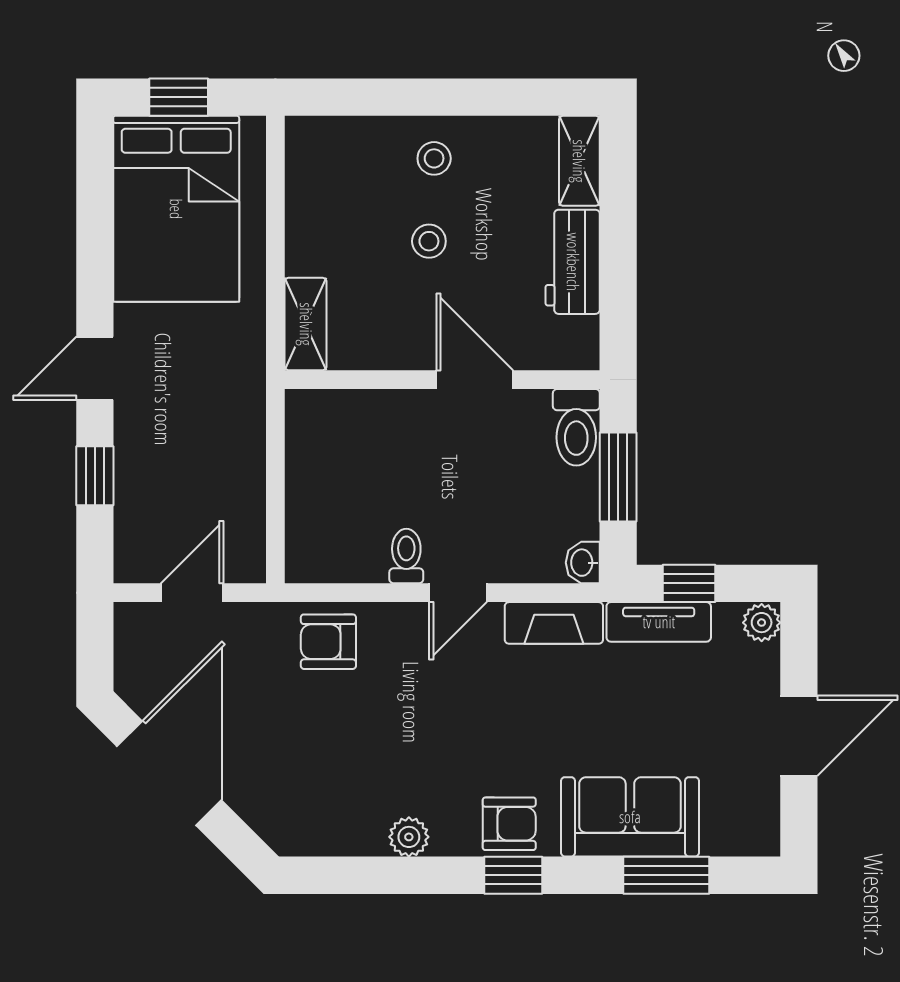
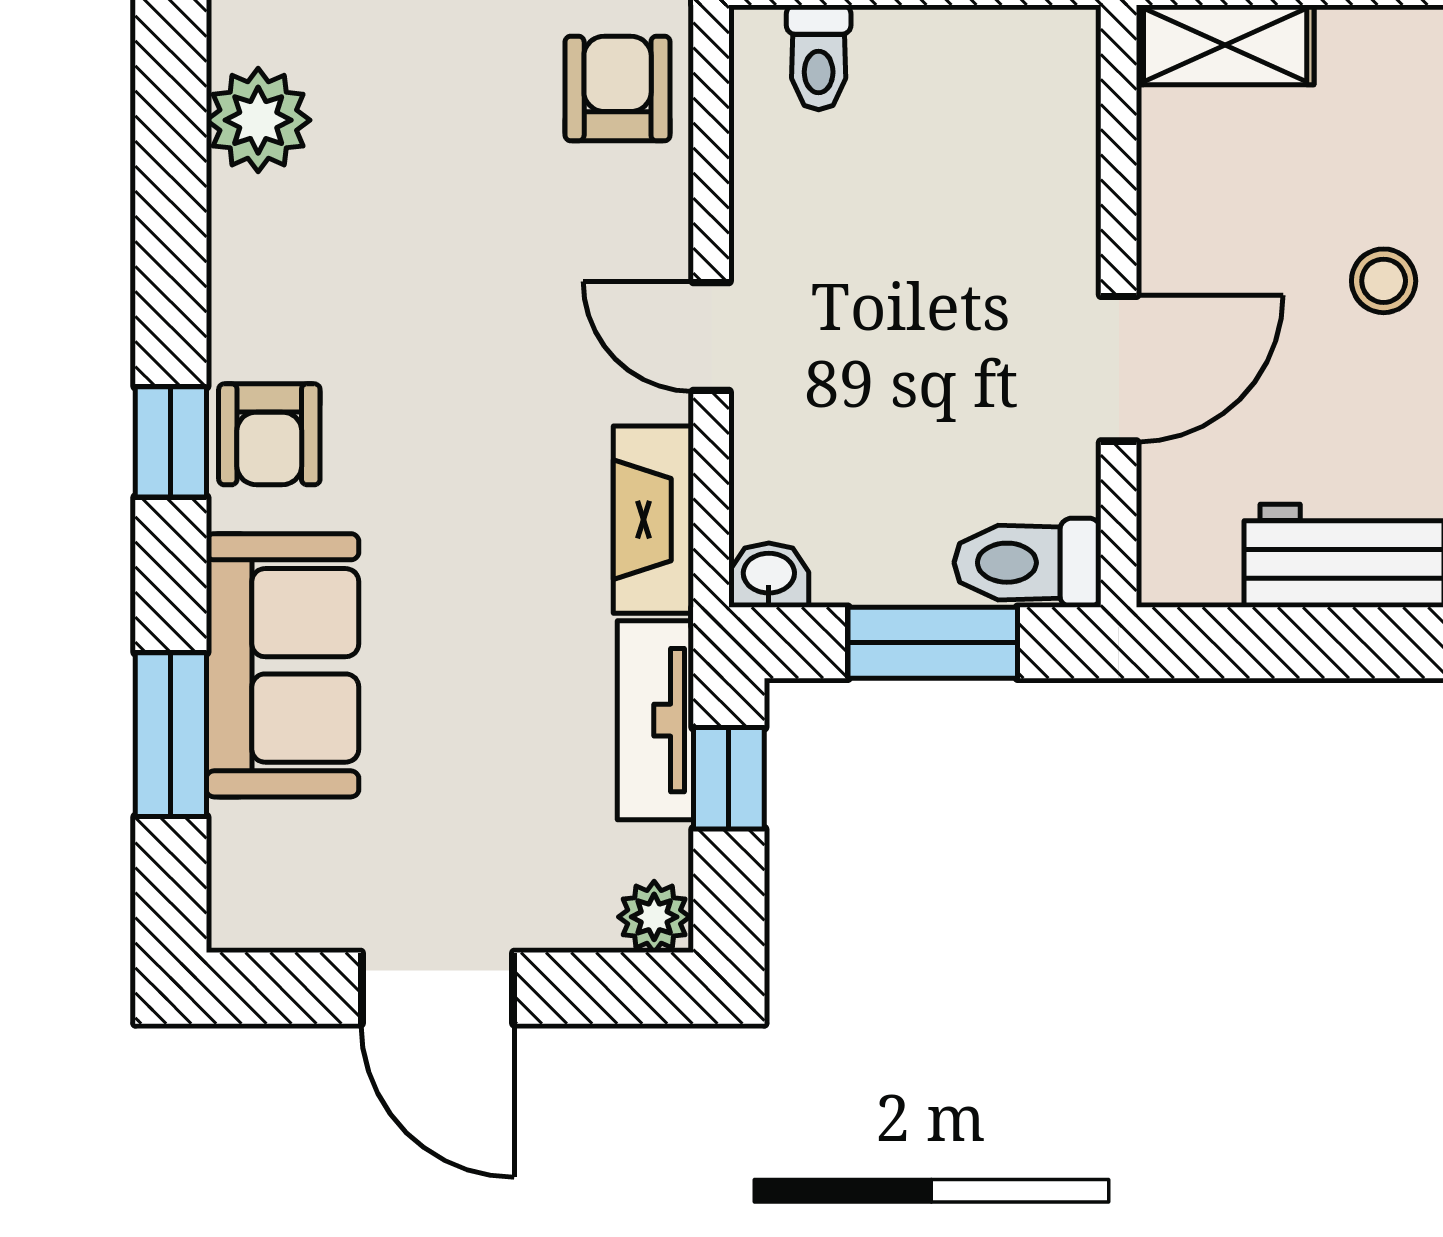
toilet: (406, 556) -> (819, 57), moved, turned 90
plant: (409, 837) -> (258, 120), moved, width x1.38, depth x1.38

